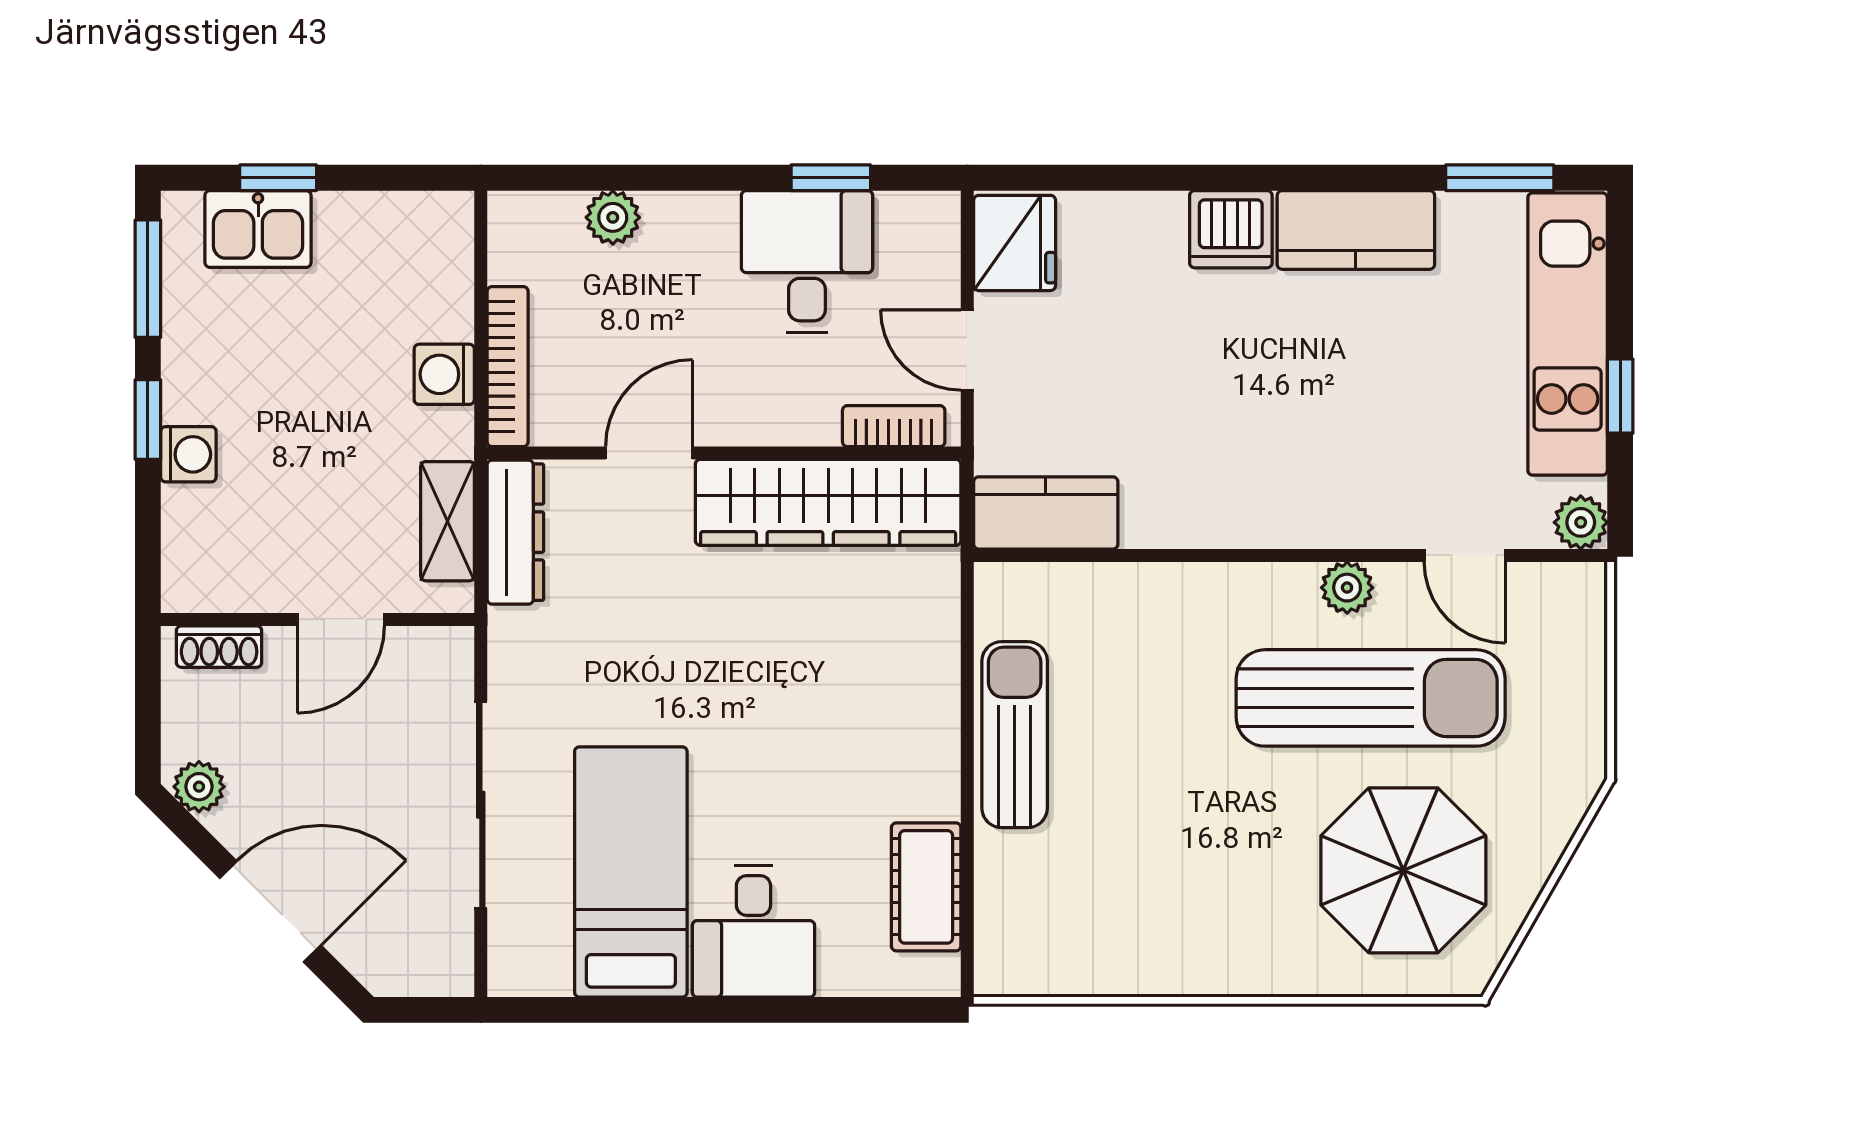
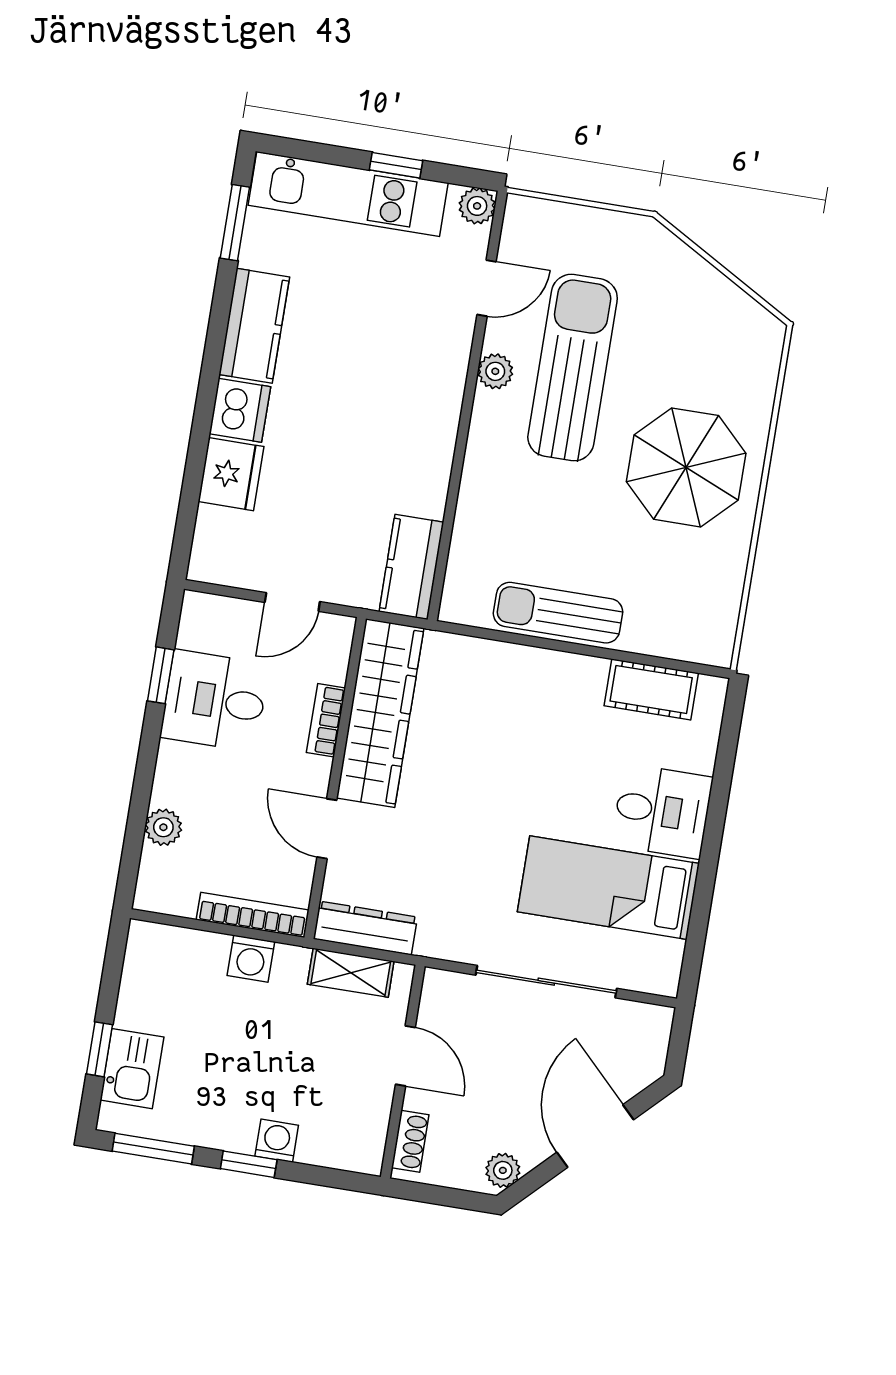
fridge: (1015, 243) -> (231, 474), moved, turned 90
bookcase: (894, 426) -> (326, 720), moved
parasol: (1403, 870) -> (686, 467), moved

